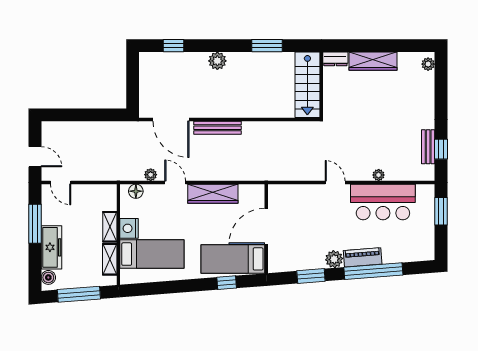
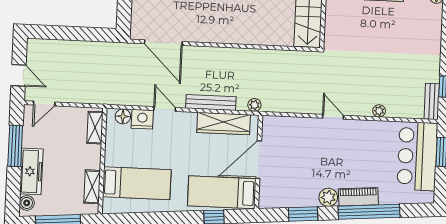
bench: (218, 128) -> (211, 102), moved
bench: (428, 147) -> (432, 101), moved
plant: (151, 175) -> (254, 105), moved
door: (61, 182) -> (44, 104), hinge flipped
wardrobe: (213, 194) -> (224, 124), moved
bar counter: (383, 202) -> (417, 156), moved, turned 90
shelving: (110, 227) -> (95, 128), moved
nightstand: (129, 228) -> (142, 119), moved, turned 90

